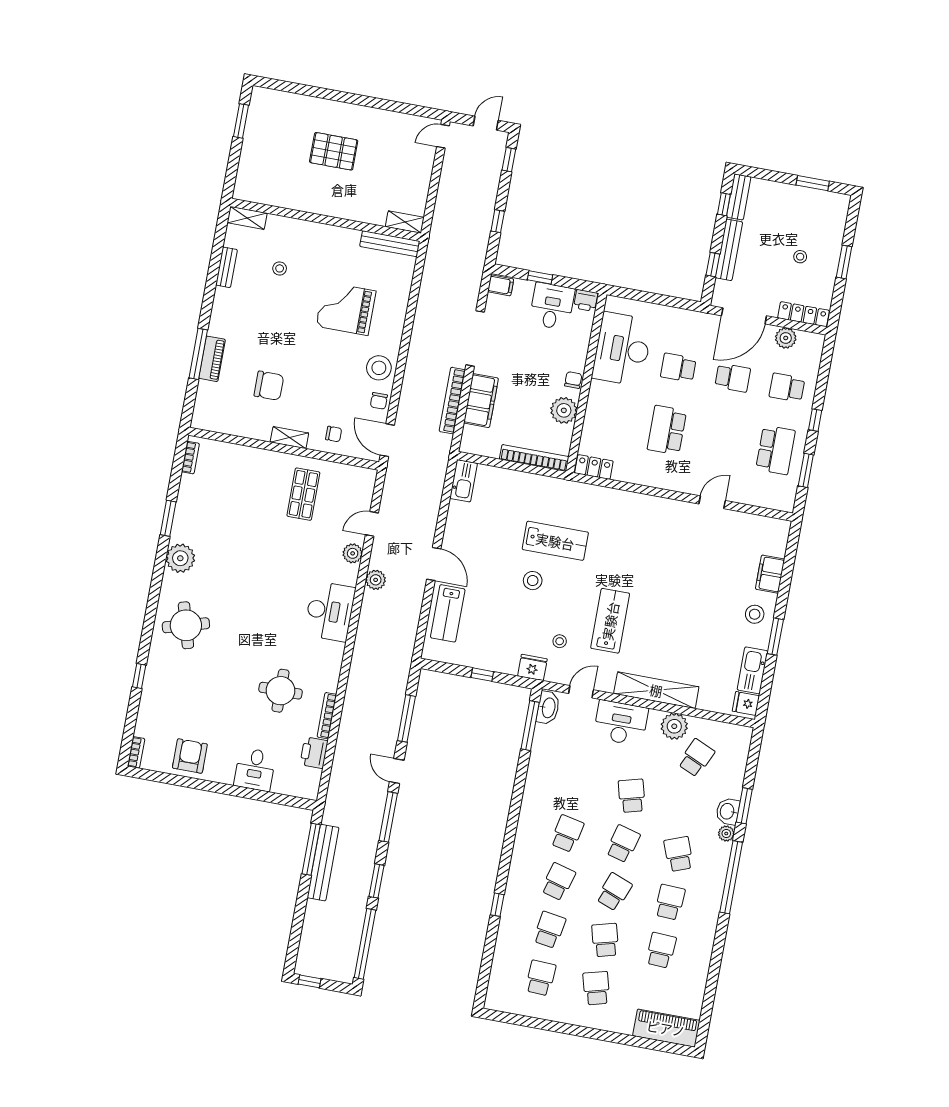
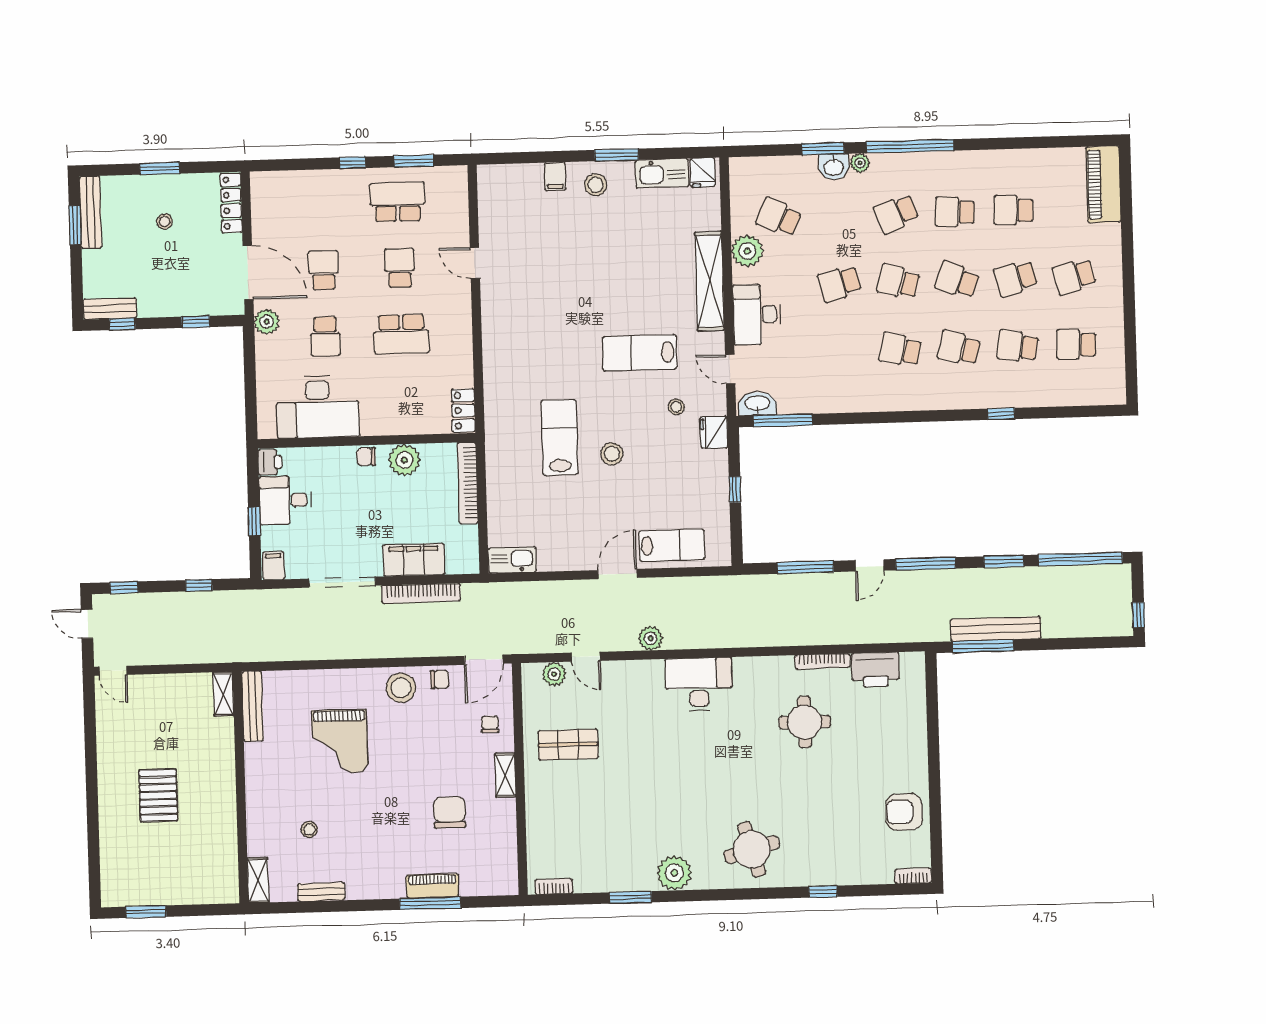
bench: (729, 250) -> (91, 212), moved, turned 90
plant: (786, 338) -> (267, 322), moved
school desk: (787, 388) -> (400, 268), moved, turned 180
plant: (353, 553) -> (554, 674), moved
filing cabinet: (770, 574) -> (555, 177), width x0.50
printer: (314, 753) -> (875, 670), width x1.37, depth x1.19
desk: (255, 769) -> (903, 732), removed

